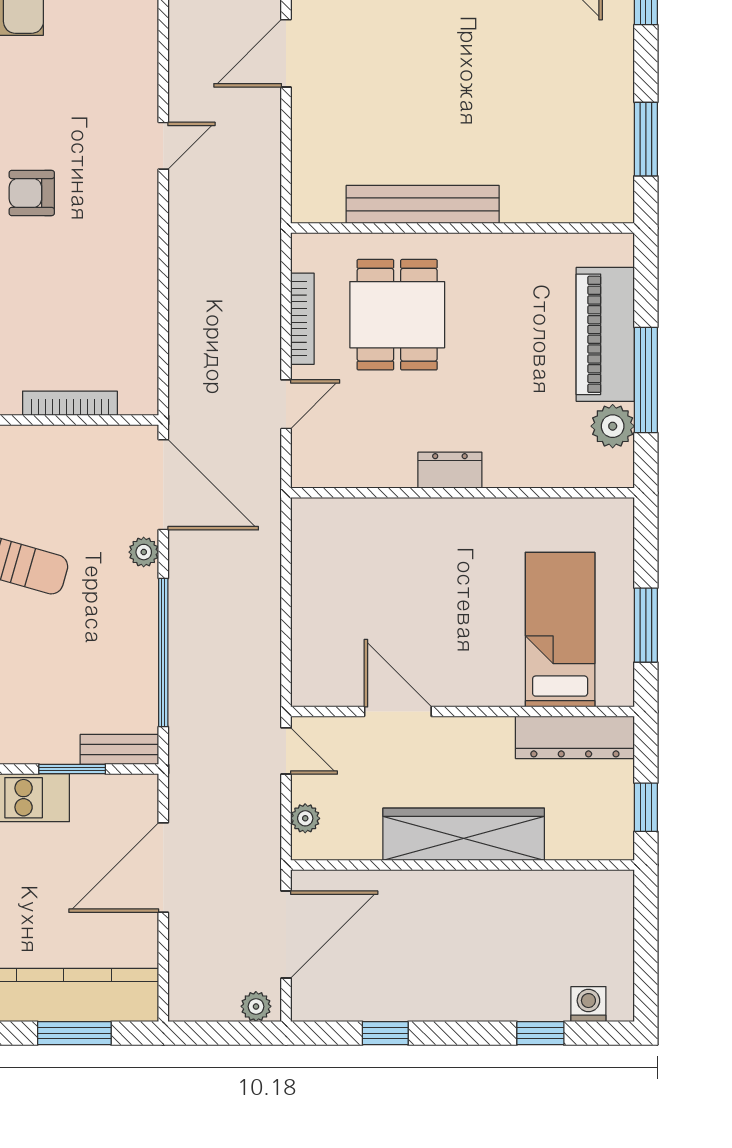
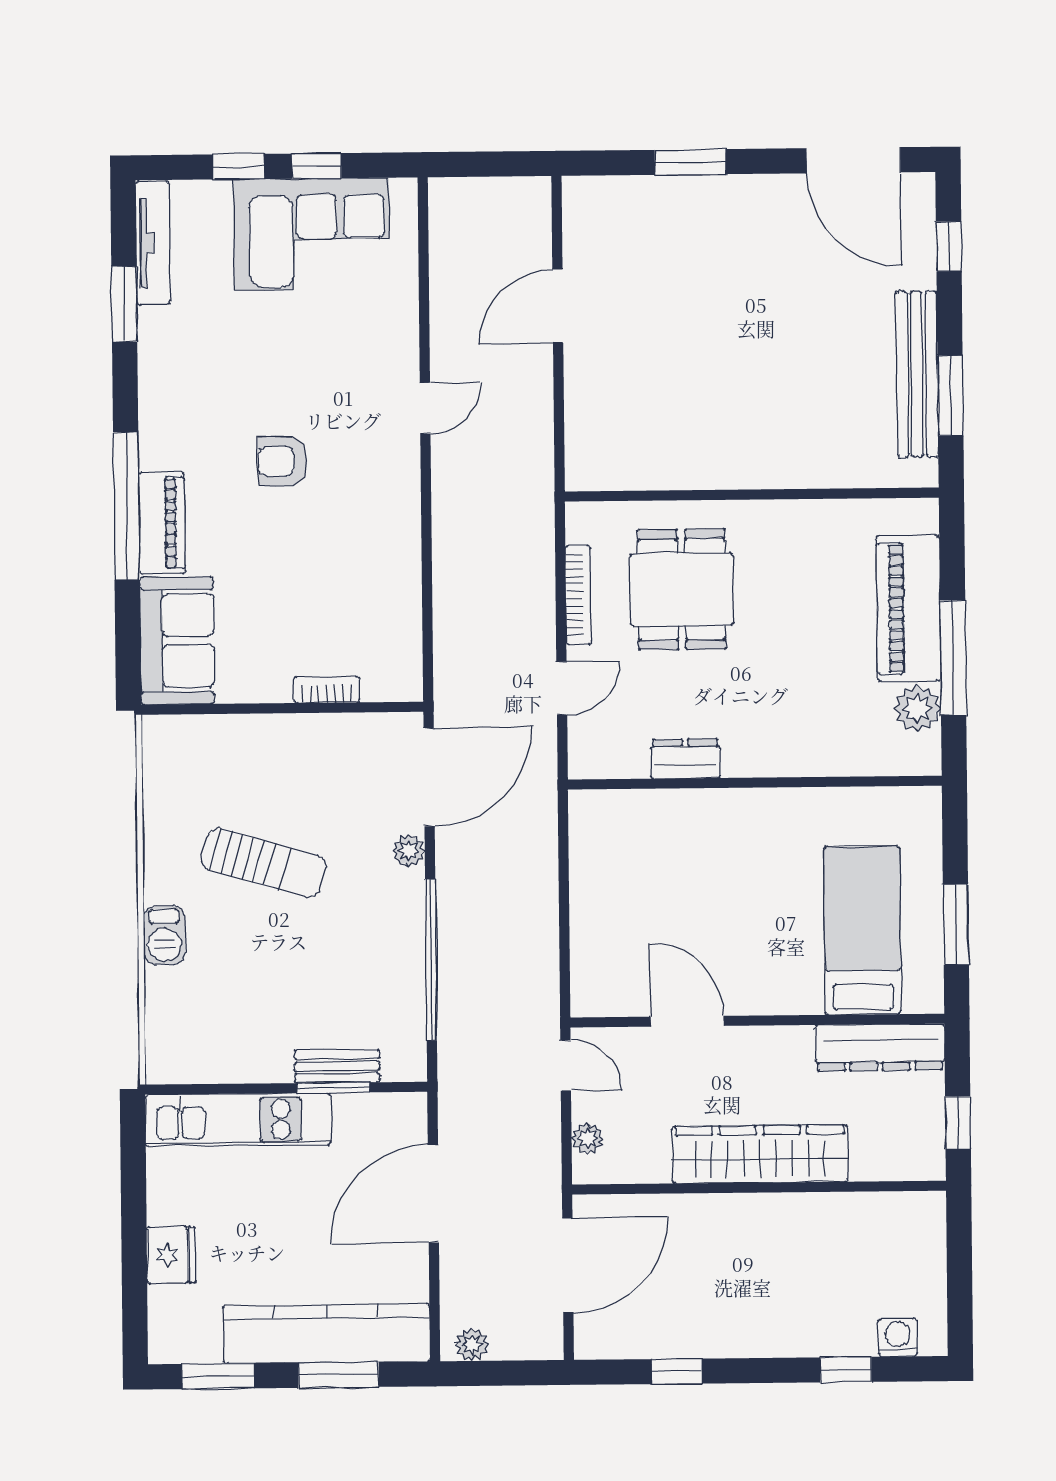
bench: (423, 204) -> (917, 374), moved, turned 90
bookcase: (70, 403) -> (327, 690), width x0.64
dresser: (450, 470) -> (685, 759), moved
door: (163, 485) -> (429, 777), hinge flipped
bench: (119, 749) -> (337, 1066), moved
plant: (256, 1006) -> (472, 1345), moved

